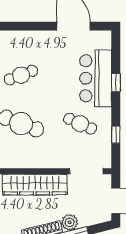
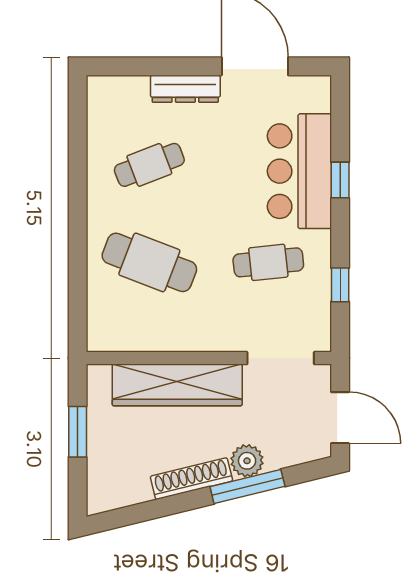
dresser: (39, 37) -> (185, 89), added
cafe table: (80, 124) -> (268, 262), turned -30

